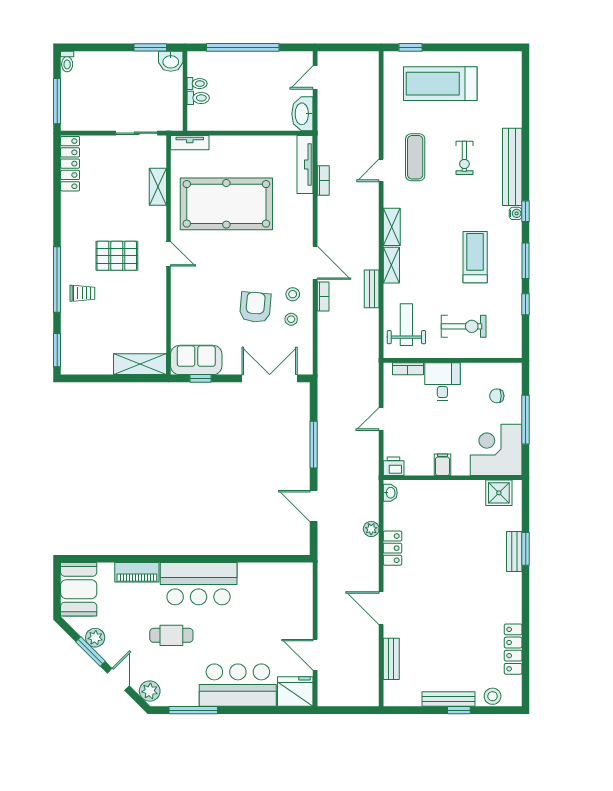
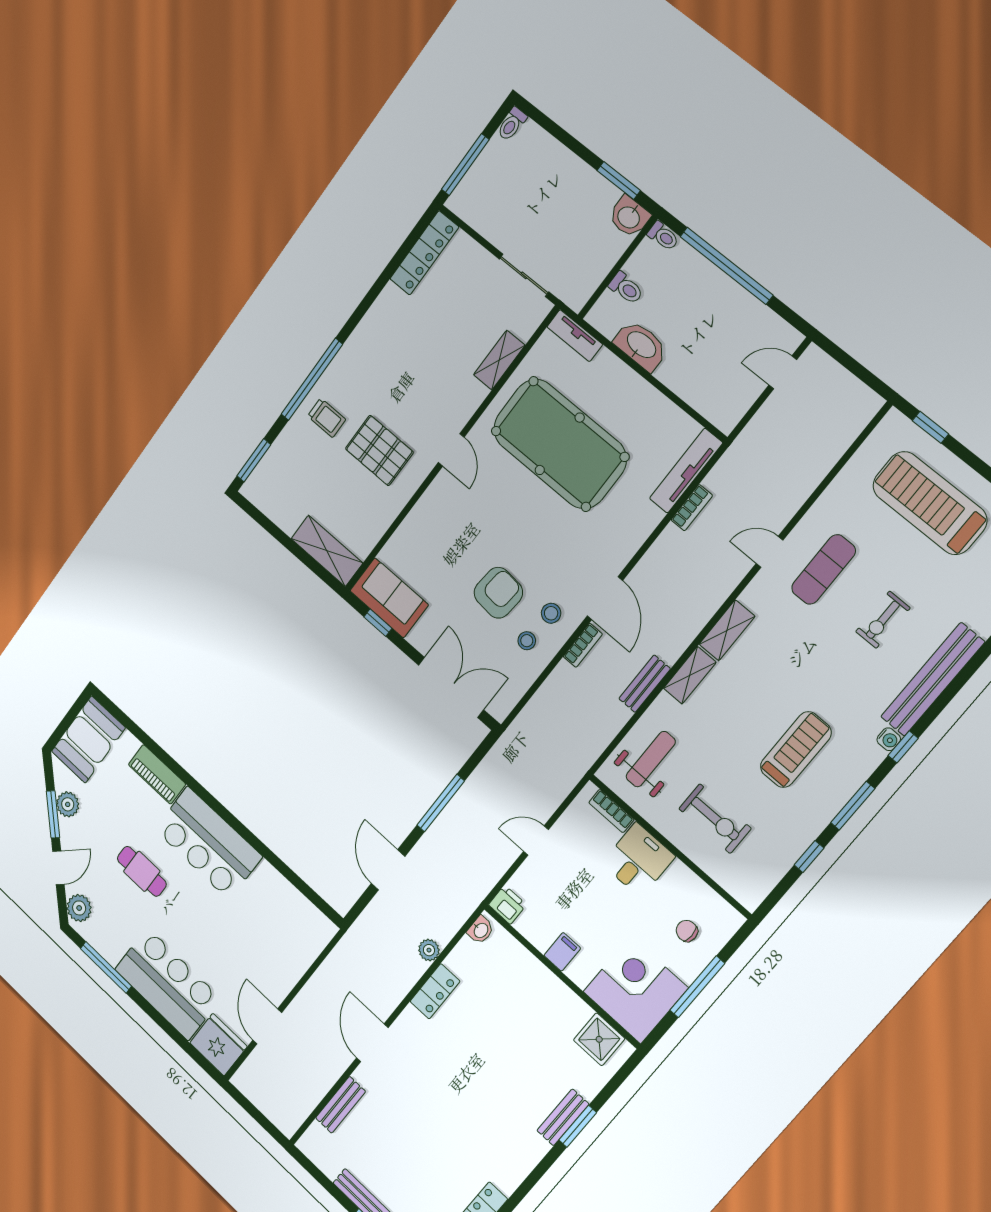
toilet: (197, 84) -> (663, 236), moved
washbasin: (302, 114) -> (641, 345), moved, turned 90
pallet: (117, 256) -> (379, 450), moved

